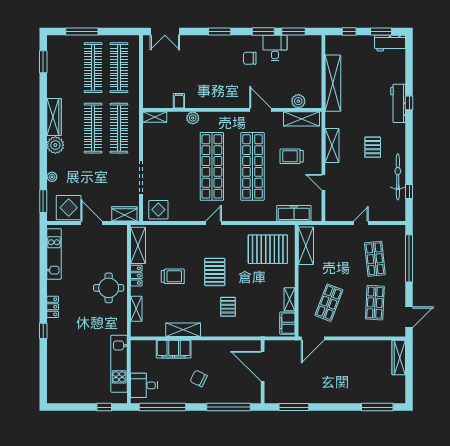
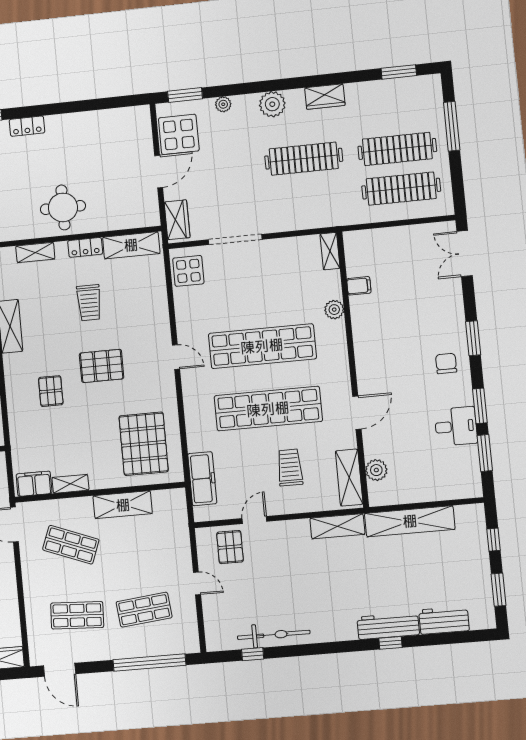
workbench: (390, 43) -> (444, 620), moved, turned 90
chair: (250, 58) -> (446, 363), moved
wardrobe: (54, 117) -> (325, 97), width x0.67
clothes rail: (119, 128) -> (308, 198), removed
shelving: (332, 146) -> (337, 526), moved
pallet: (373, 147) -> (230, 547), moved, turned 90
shelving: (306, 246) -> (123, 505), moved
kitchen unit: (54, 254) -> (107, 120), removed
pallet: (228, 307) -> (51, 391), turned 90

